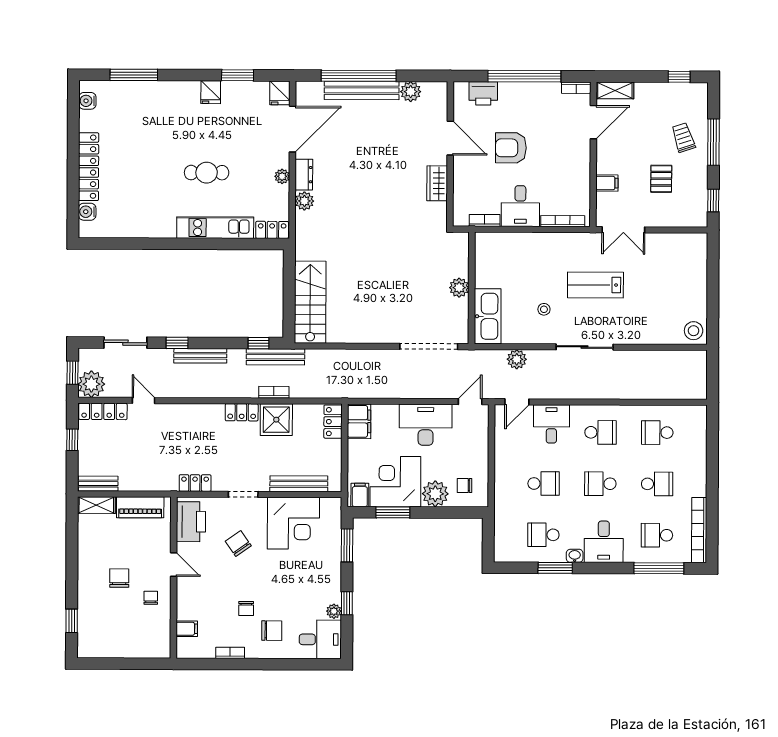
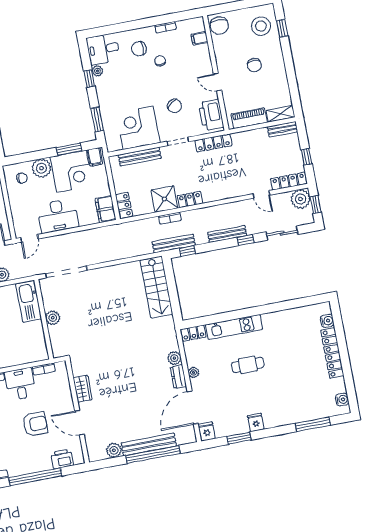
locker: (195, 483) -> (213, 143), width x1.53
chair: (151, 598) -> (219, 26), moved, width x1.87, depth x1.87
stool: (100, 629) -> (261, 26), added

